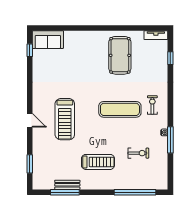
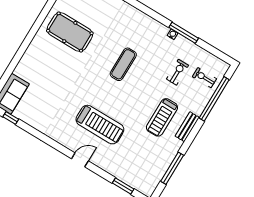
exercise bike: (152, 105) -> (204, 78), moved
exercise mat: (120, 109) -> (123, 64), width x0.73, depth x0.69
treadmill: (98, 162) -> (162, 117), turned 180
bench: (67, 185) -> (187, 127), moved

